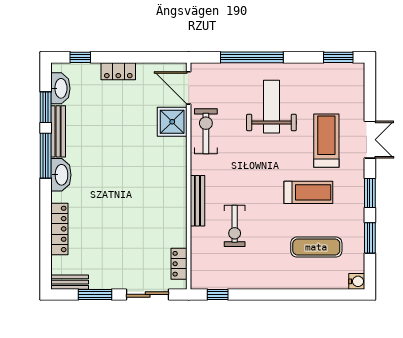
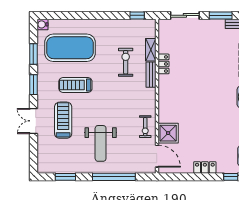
window: (338, 57) -> (65, 177), moved
exercise bike: (206, 131) -> (145, 127), width x0.73, depth x0.72
treadmill: (326, 141) -> (63, 120), turned 180
bench: (197, 201) -> (151, 75), width x0.73
shelving: (198, 244) -> (151, 50), added
exercise mat: (316, 247) -> (70, 48), width x2.00, depth x1.45
locker: (179, 264) -> (164, 64), moved

